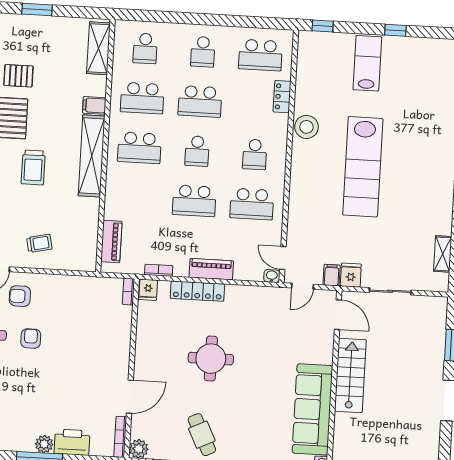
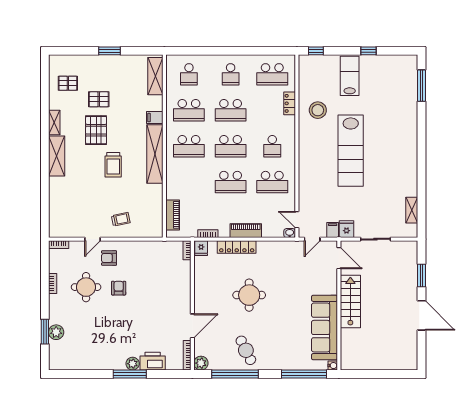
stool: (306, 127) -> (318, 110), moved
school desk: (197, 151) -> (231, 146), width x1.85

